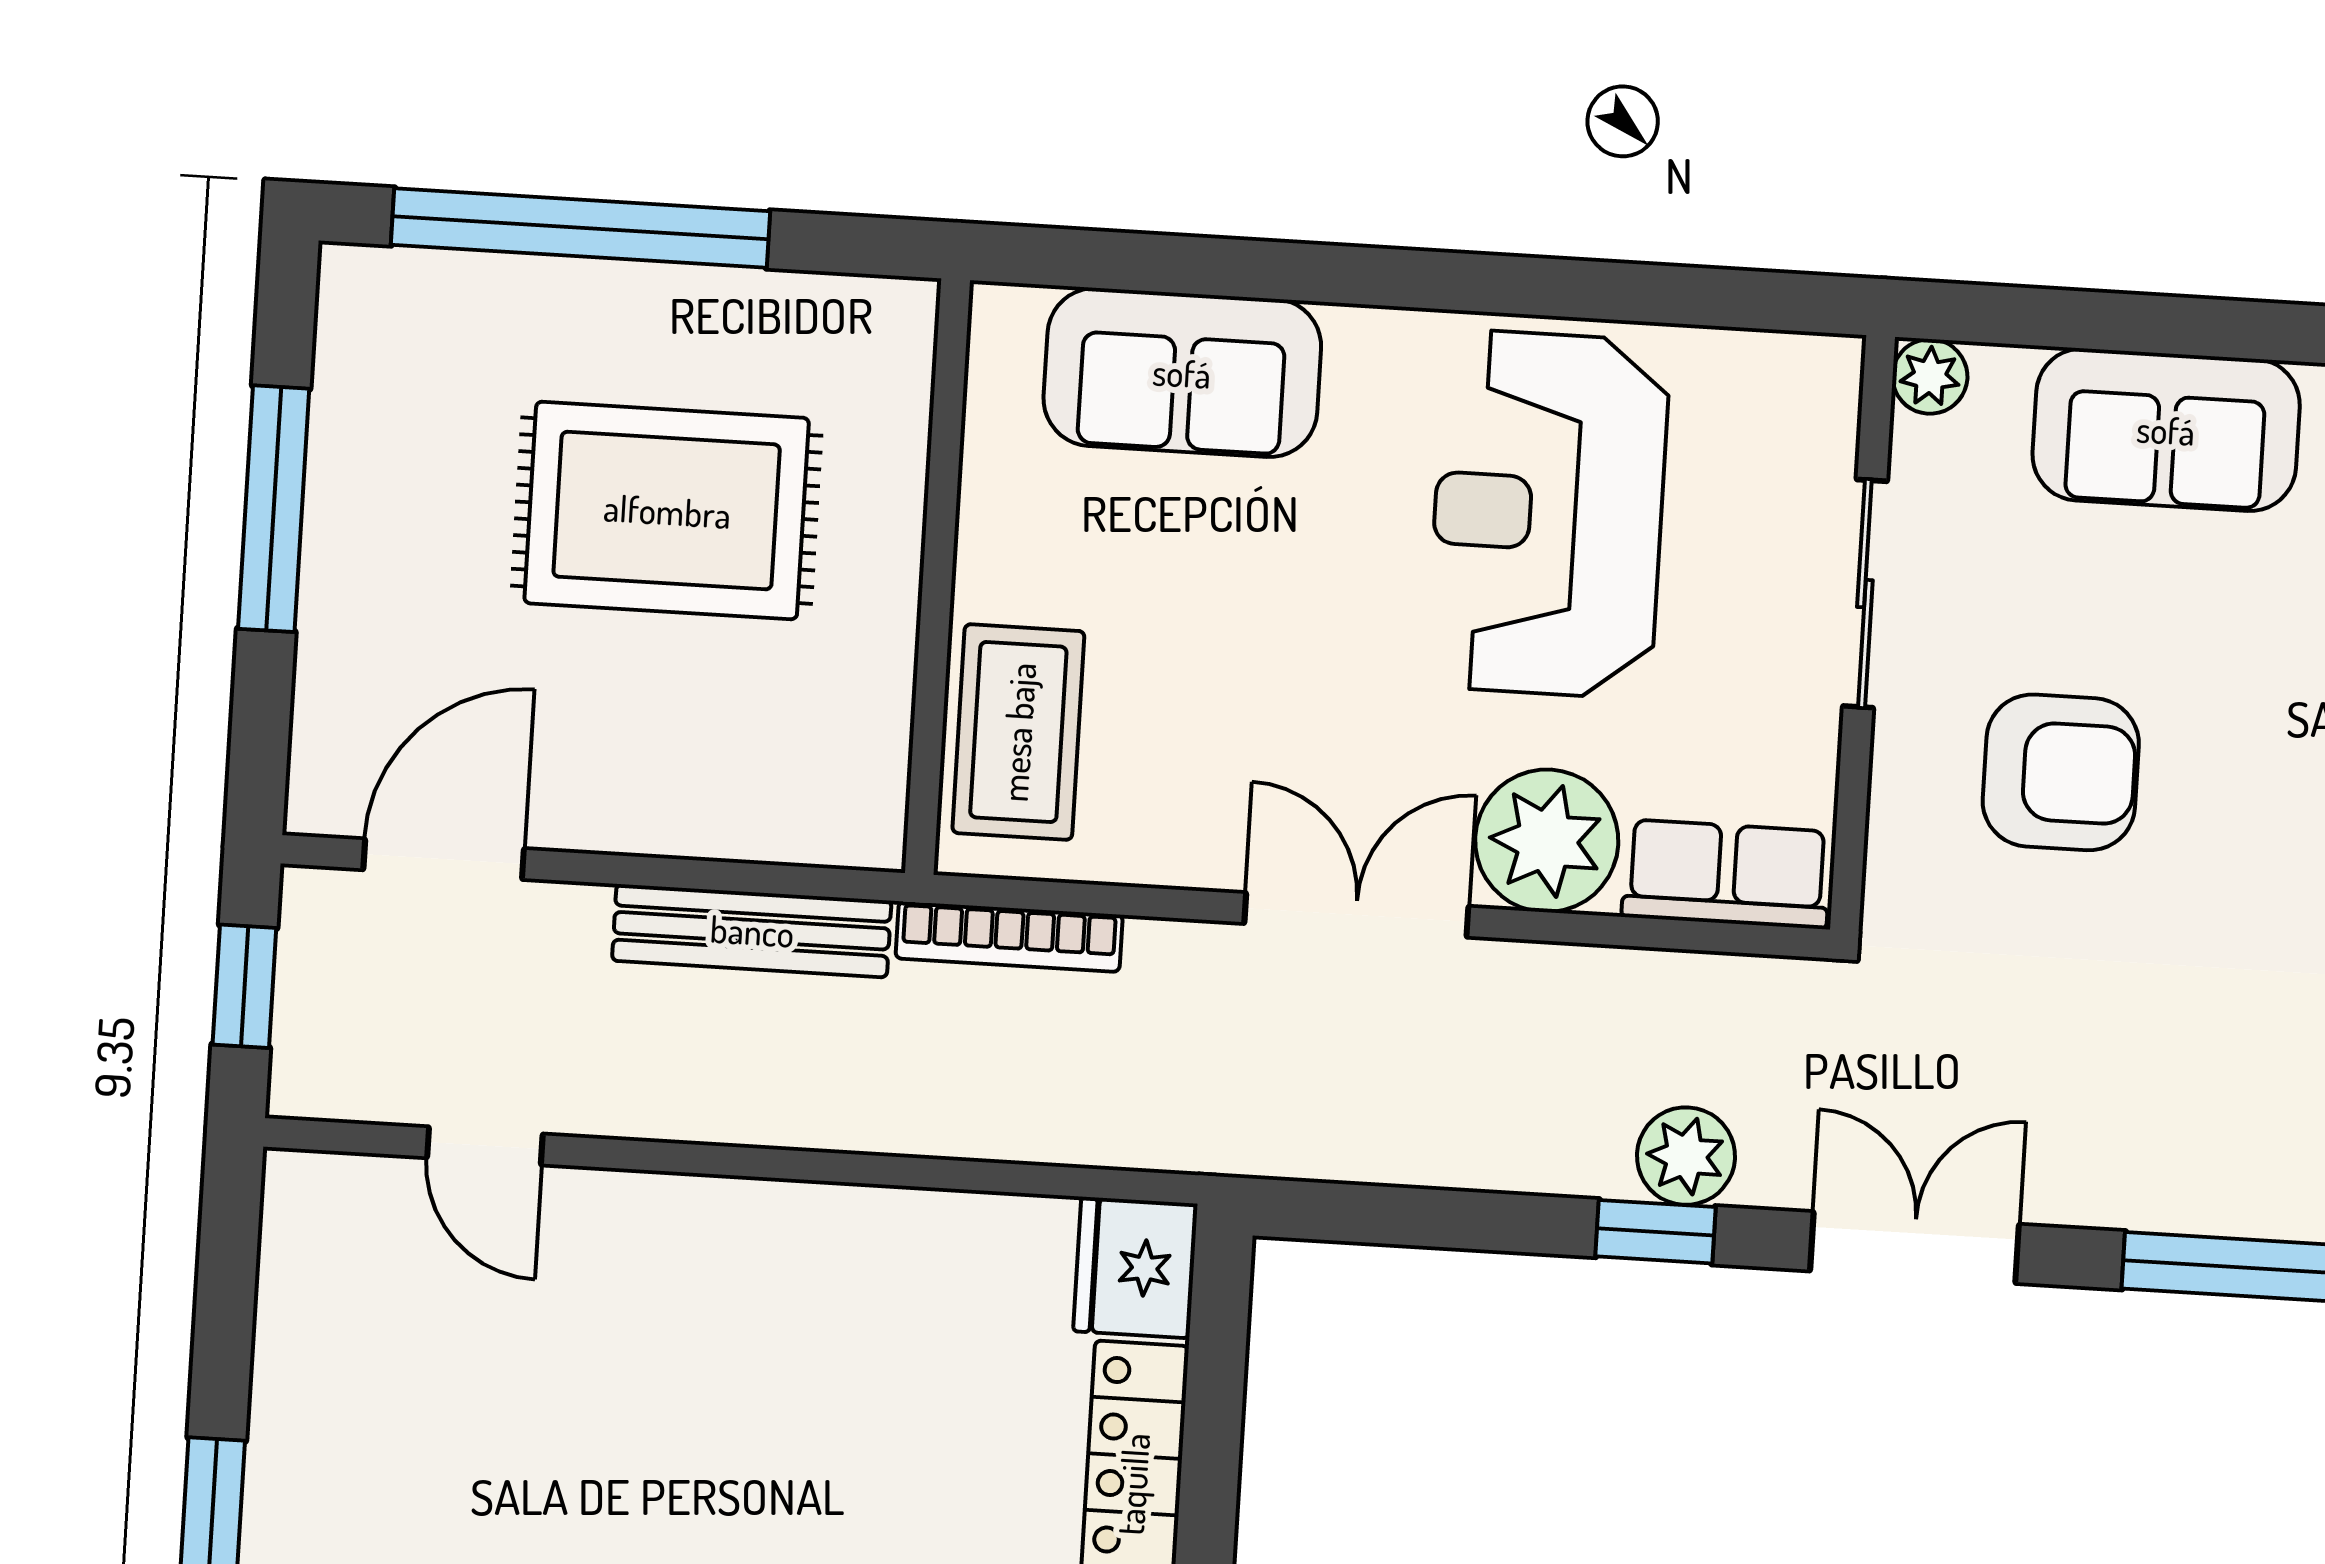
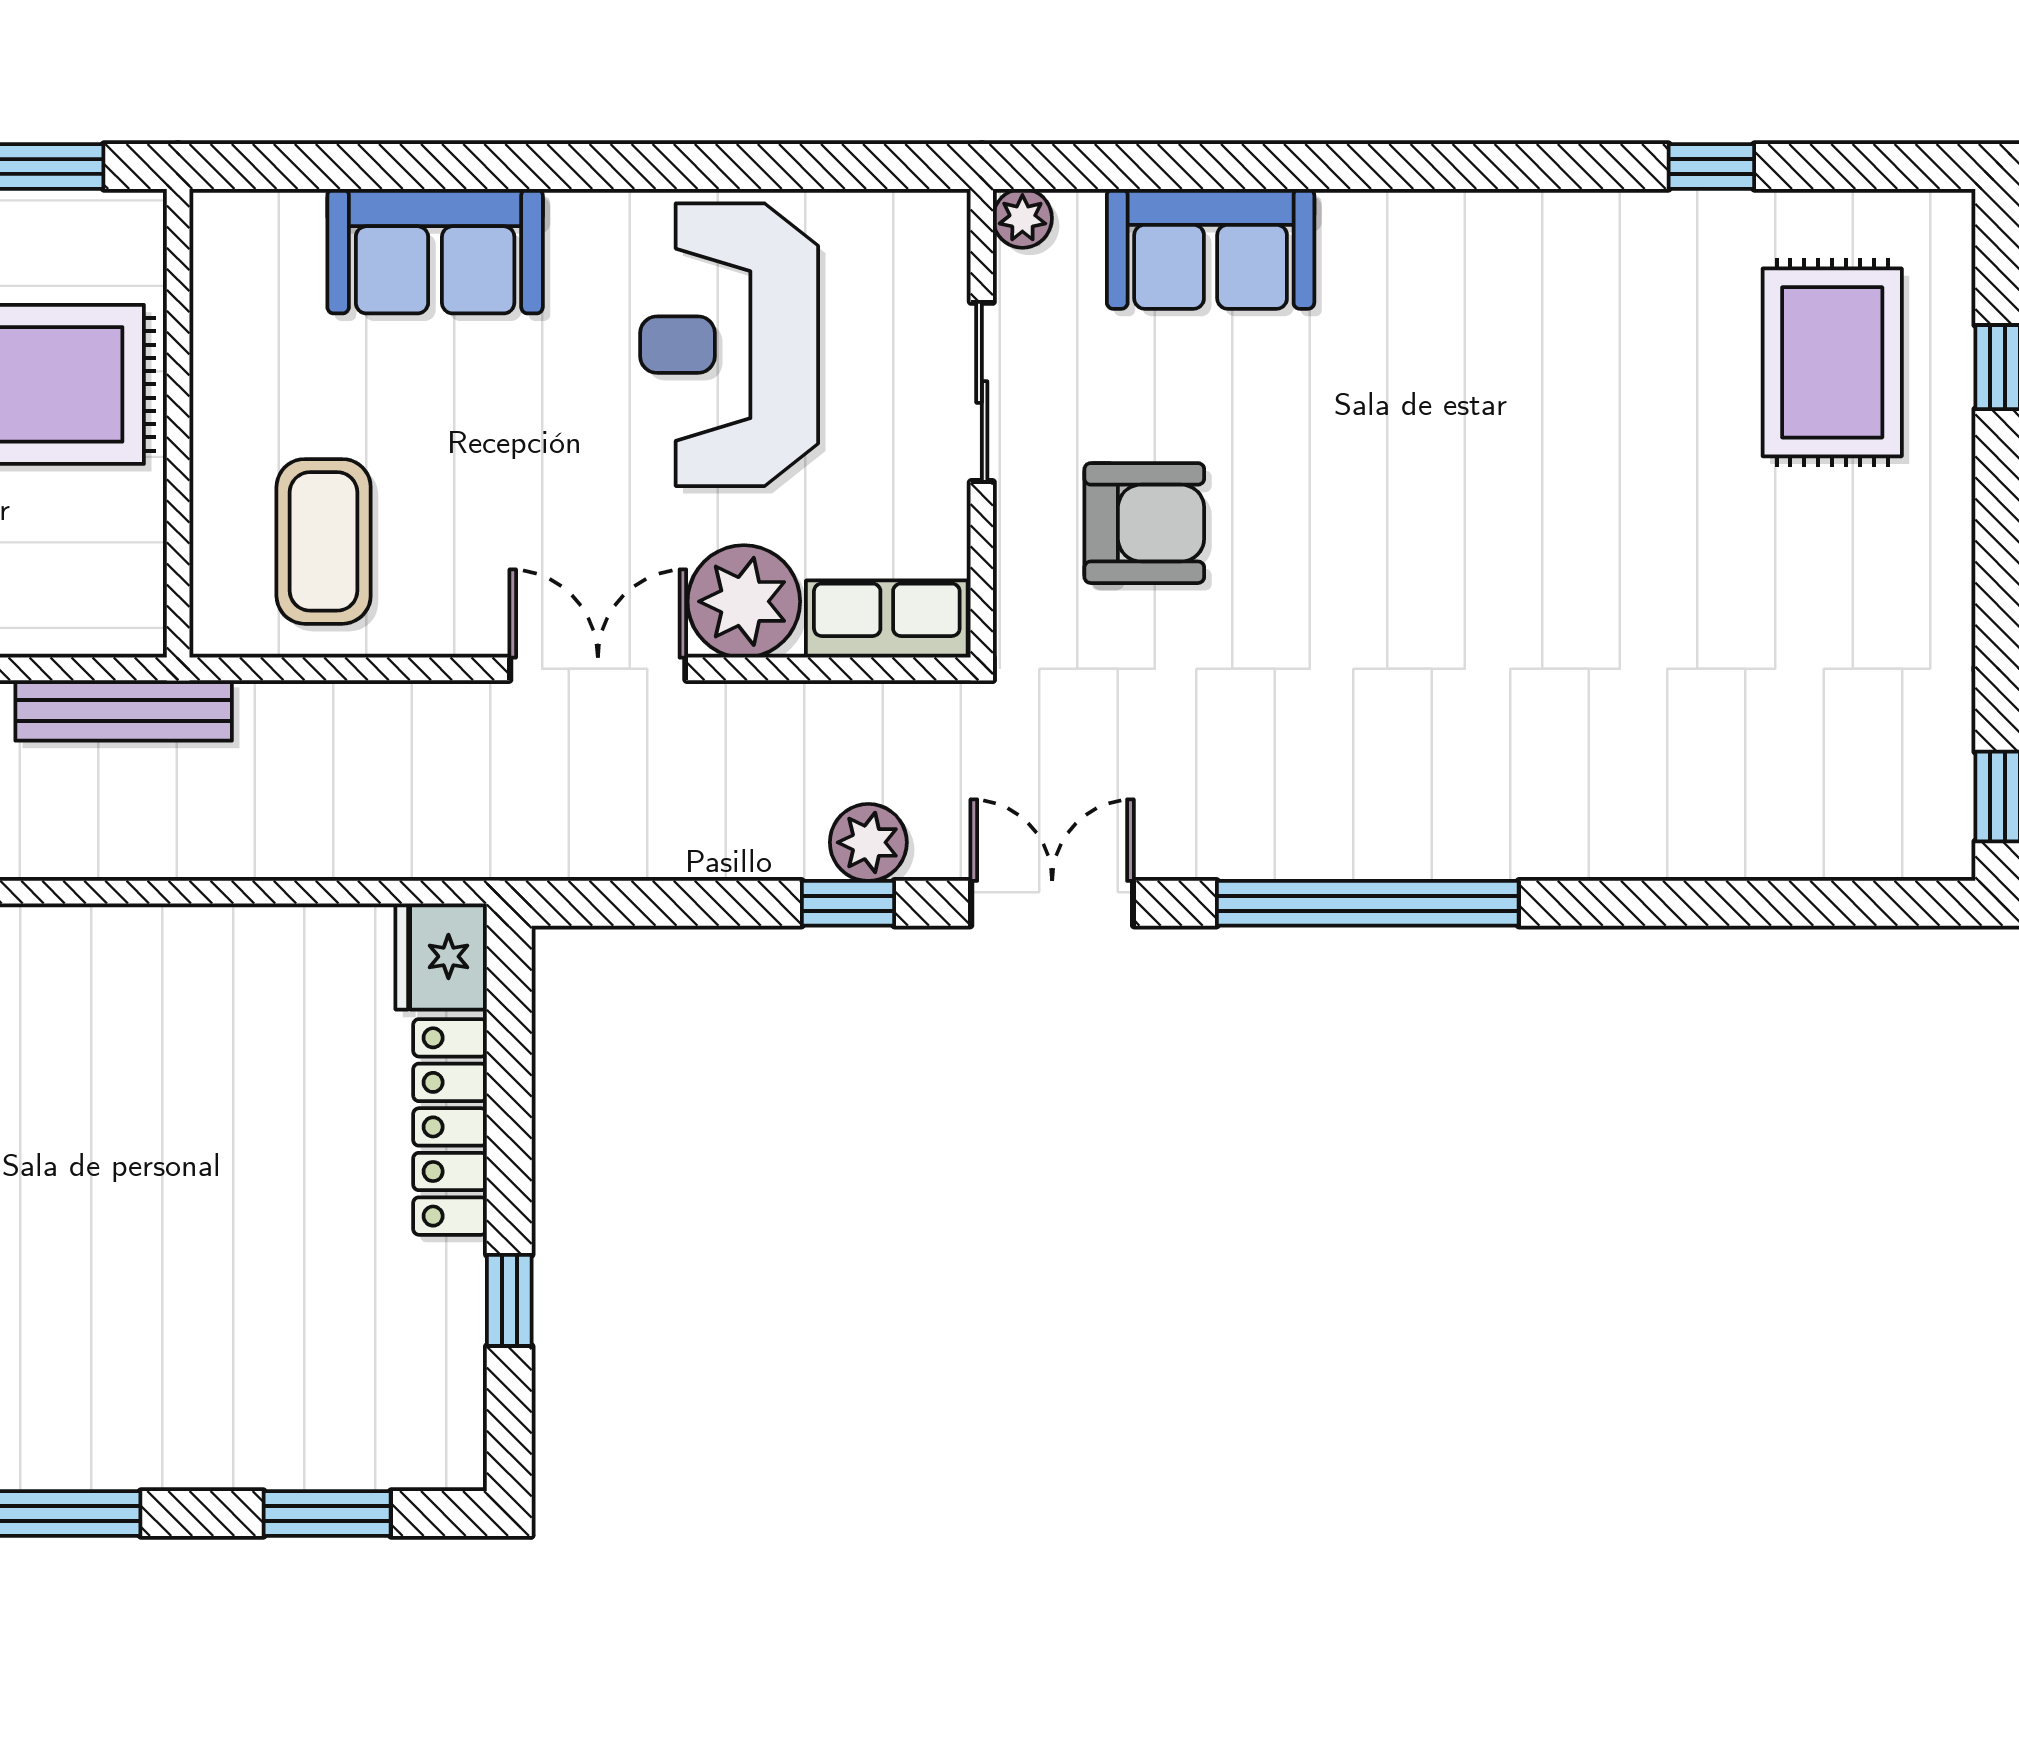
wall: (937, 577) -> (178, 423), moved
bookcase: (1009, 937) -> (326, 703), removed

